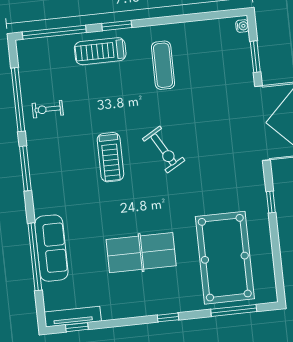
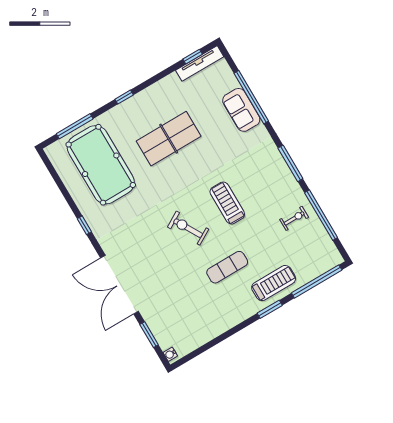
exercise mat: (163, 65) -> (227, 267), moved, turned 90
sofa: (51, 248) -> (241, 110), width x0.73

